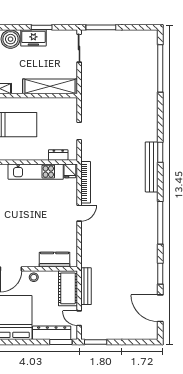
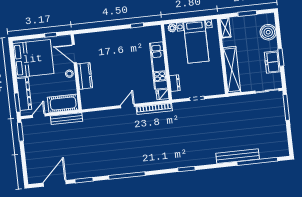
freezer: (33, 38) -> (272, 62), moved
bench: (152, 167) -> (238, 156), moved
door: (79, 213) -> (128, 106), swing flipped
kitchen counter: (55, 260) -> (85, 76), moved

